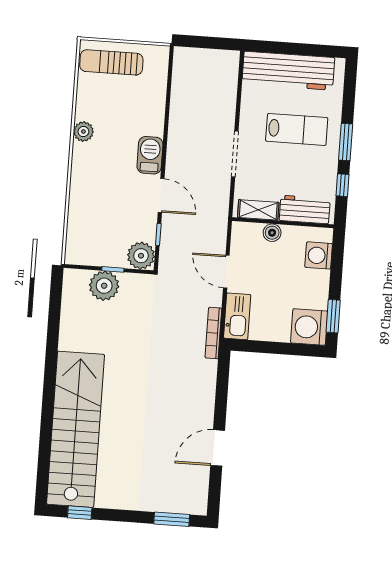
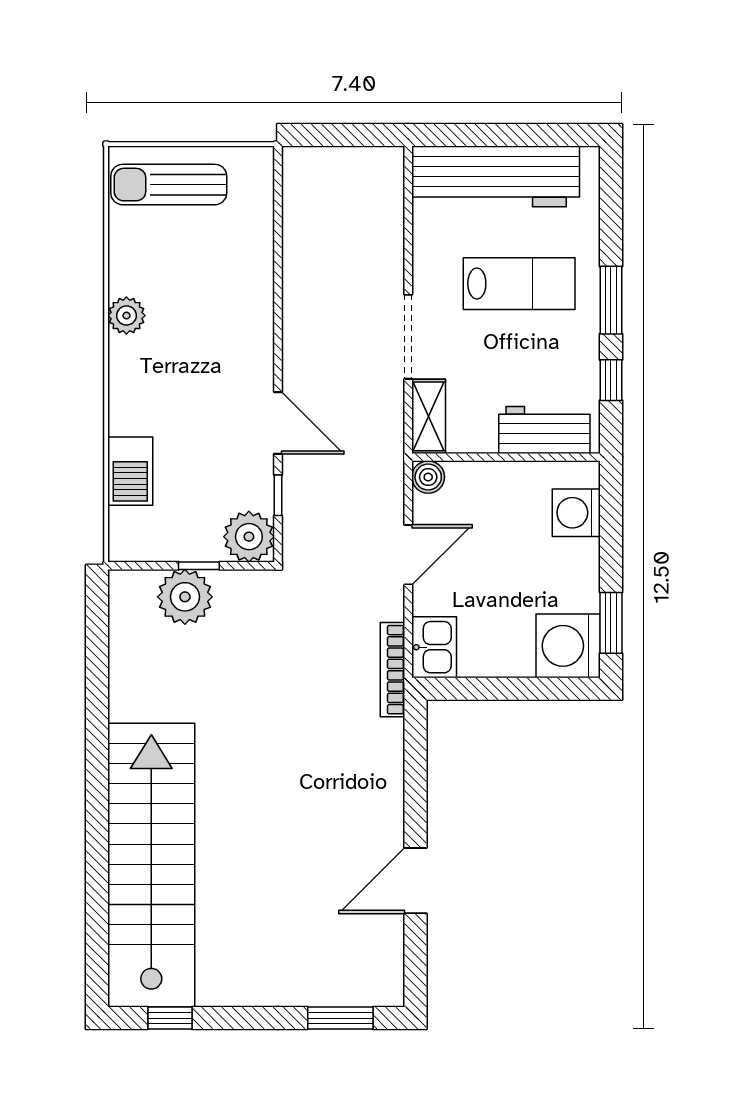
barbecue: (150, 155) -> (130, 471), moved, turned 180
shelving: (258, 210) -> (429, 416), moved, turned 90
boiler: (272, 233) -> (428, 477), moved
door: (226, 272) -> (408, 555), swing flipped
kitchen sink: (237, 316) -> (434, 647), width x0.73

